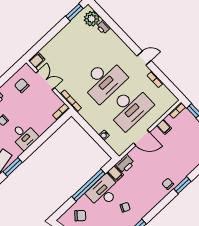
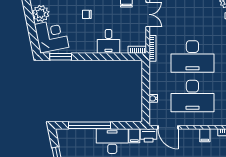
desk: (24, 136) -> (108, 41), moved
door: (141, 138) -> (168, 127), moved
window: (89, 185) -> (90, 125), moved
chair: (80, 216) -> (77, 143), removed

